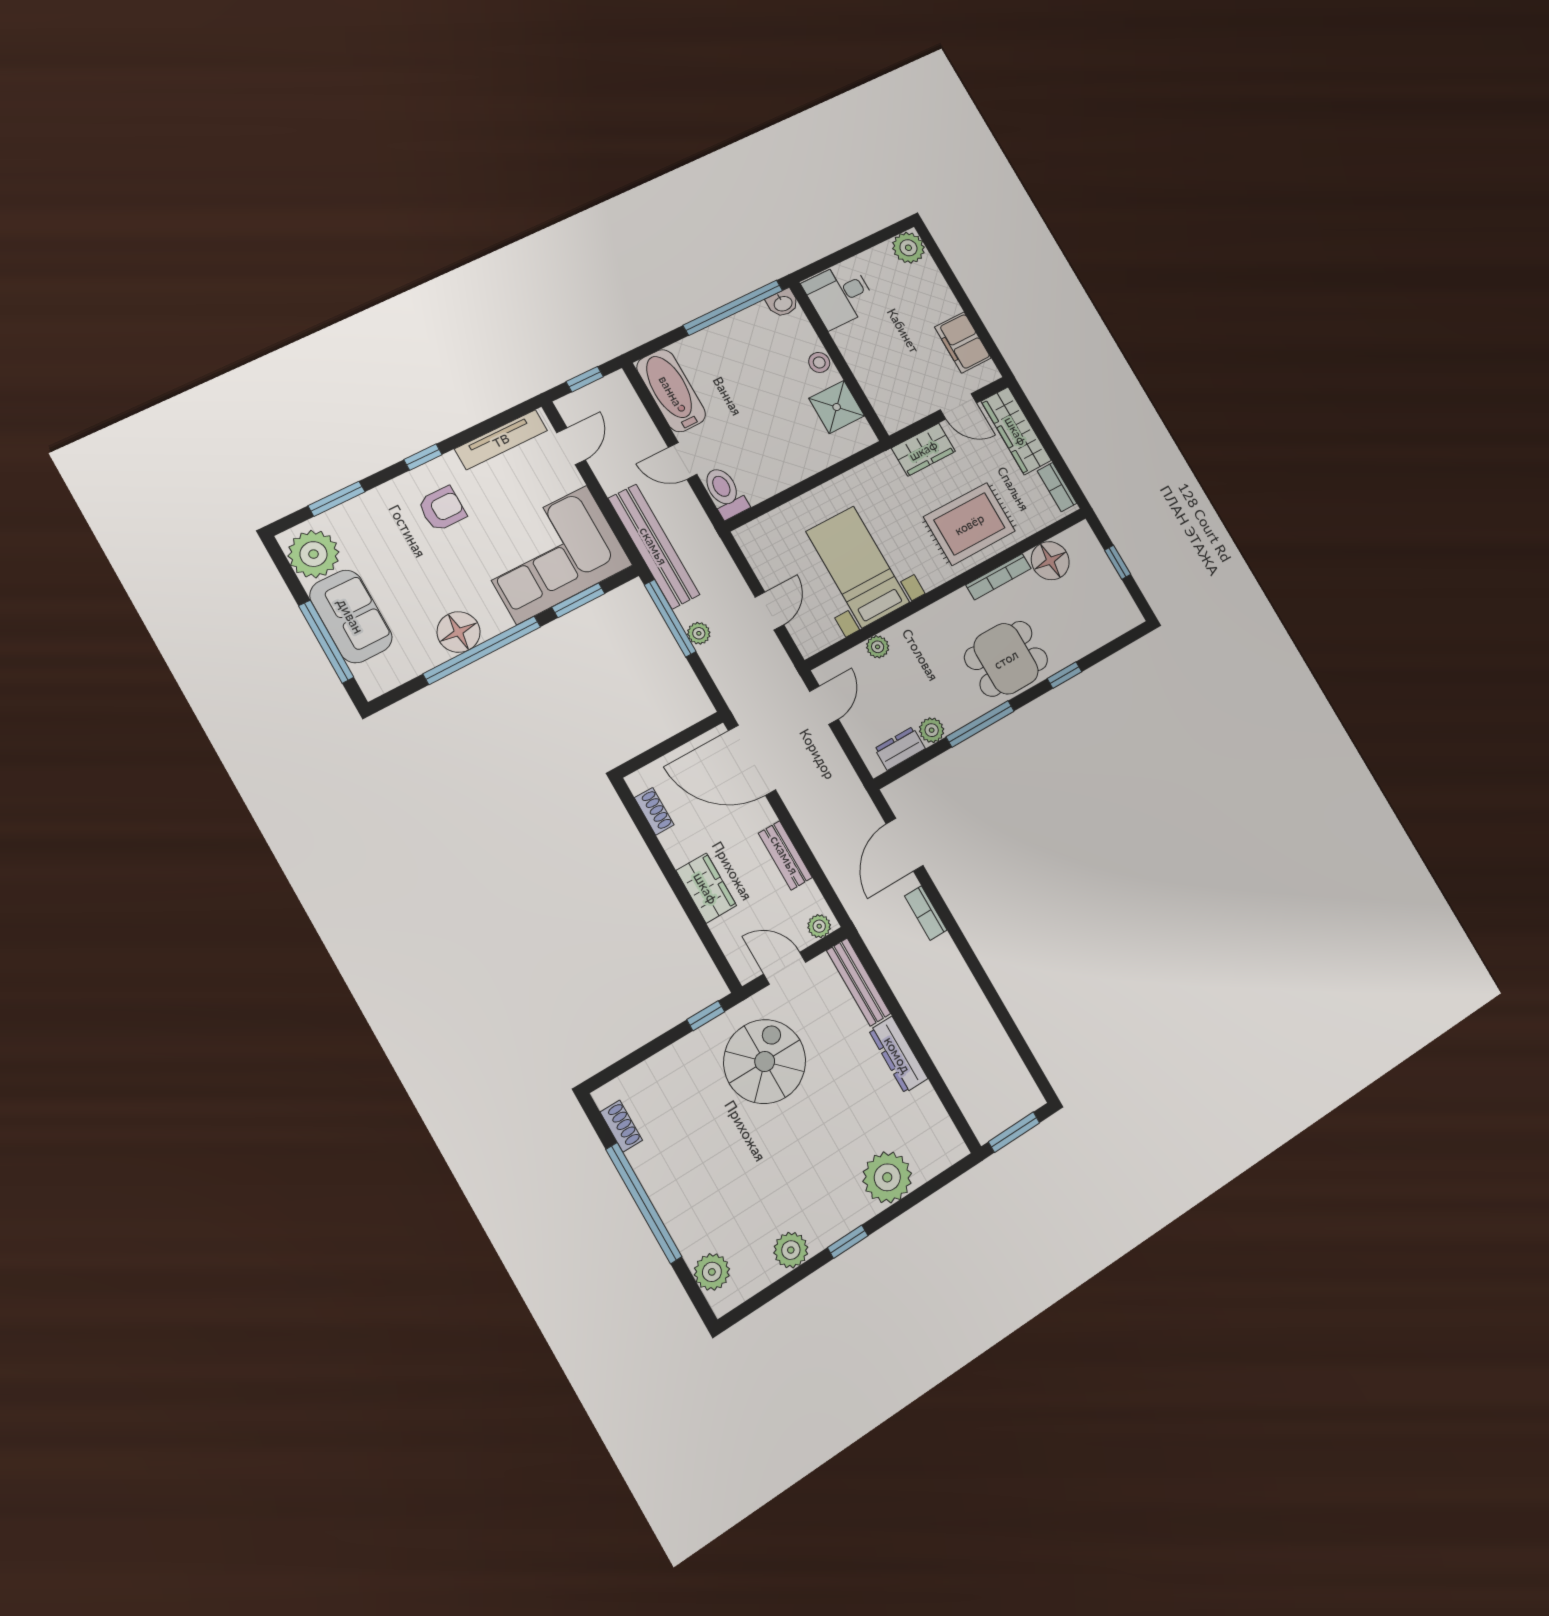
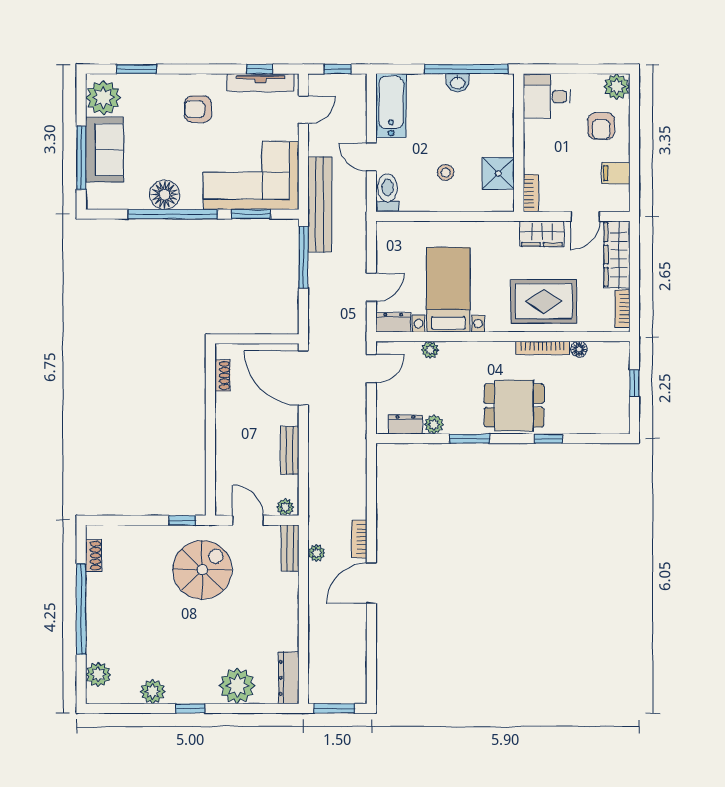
armchair: (917, 299) -> (601, 126), added
washbasin: (783, 303) -> (458, 83), moved
filing cabinet: (963, 343) -> (616, 173), width x0.50
stool: (819, 362) -> (446, 172), moved
door: (958, 406) -> (585, 216), hinge flipped
bookcase: (885, 411) -> (531, 193), added
window: (423, 457) -> (260, 69), moved
armchair: (442, 509) -> (198, 109), turned 180
floor lamp: (1050, 561) -> (579, 349), width x0.53, depth x0.53
plant: (699, 633) -> (316, 553), moved
dresser: (818, 638) -> (393, 322), added
window: (980, 724) -> (470, 439), width x0.69
door: (905, 845) -> (371, 583), moved
wardrobe: (706, 888) -> (228, 442), removed
bench: (859, 982) -> (290, 548), width x0.73
dresser: (898, 1055) -> (289, 678), moved

